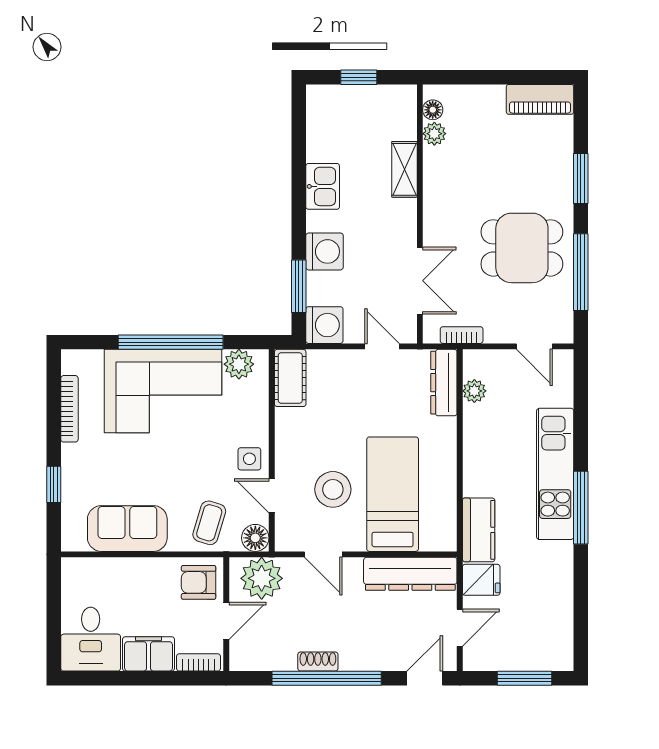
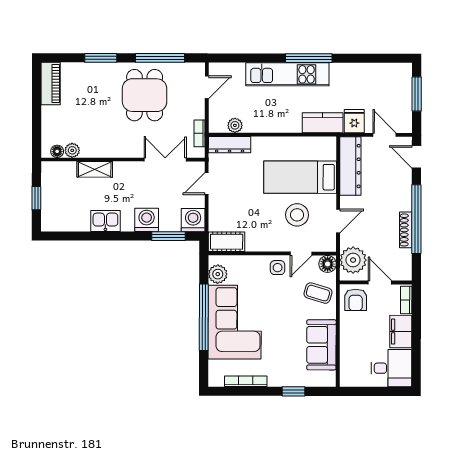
shoe rack: (318, 661) -> (406, 230), width x1.43

